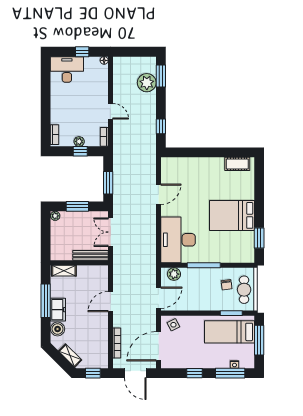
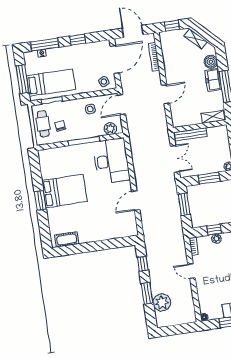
window: (161, 76) -> (147, 293), moved
window: (259, 238) -> (40, 201), moved
side table: (192, 298) -> (90, 109), added

